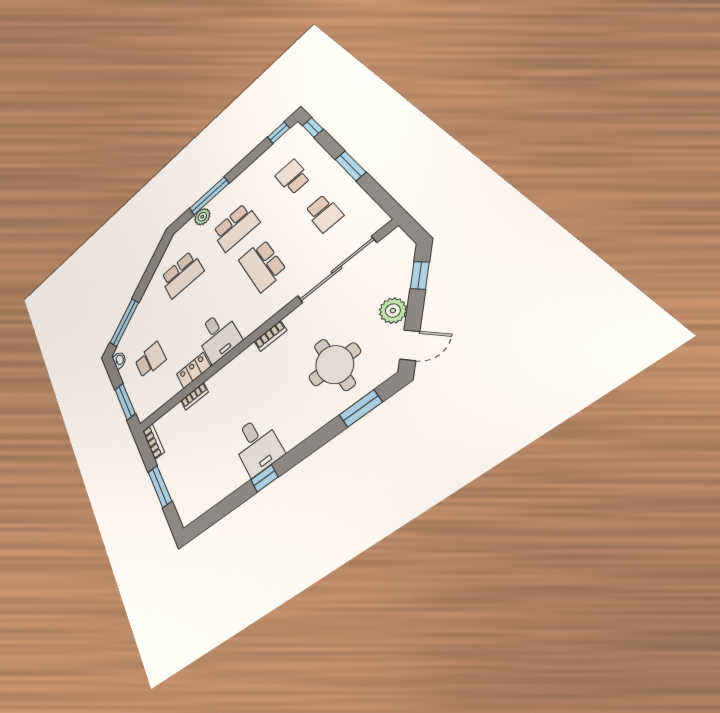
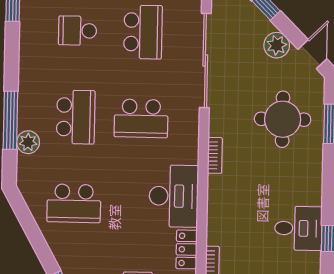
school desk: (324, 213) -> (143, 32), width x1.85
school desk: (182, 274) -> (74, 203), turned 90
desk: (218, 336) -> (174, 196), width x1.37

